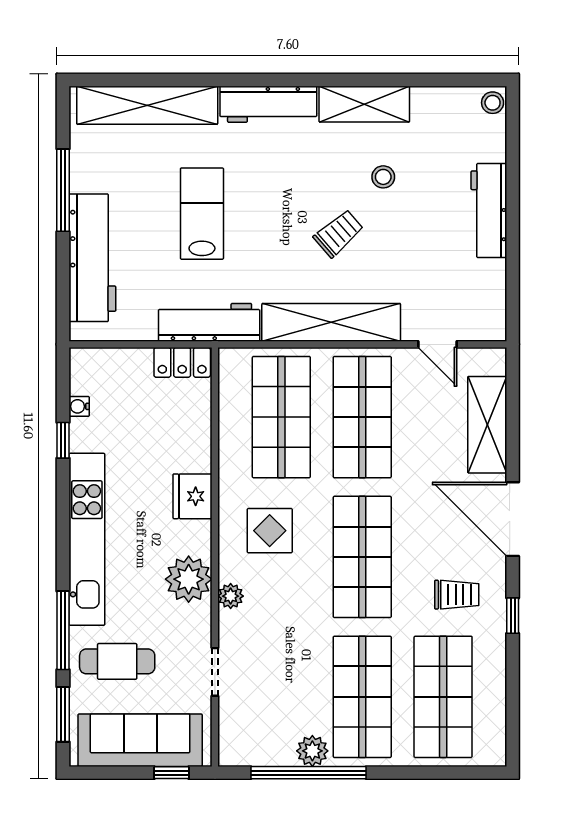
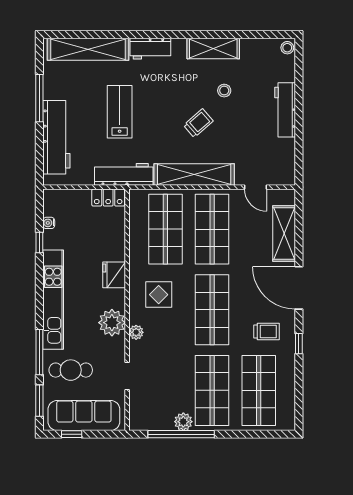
workbench: (268, 104) -> (150, 49), width x0.73
window: (172, 773) -> (72, 434), moved

